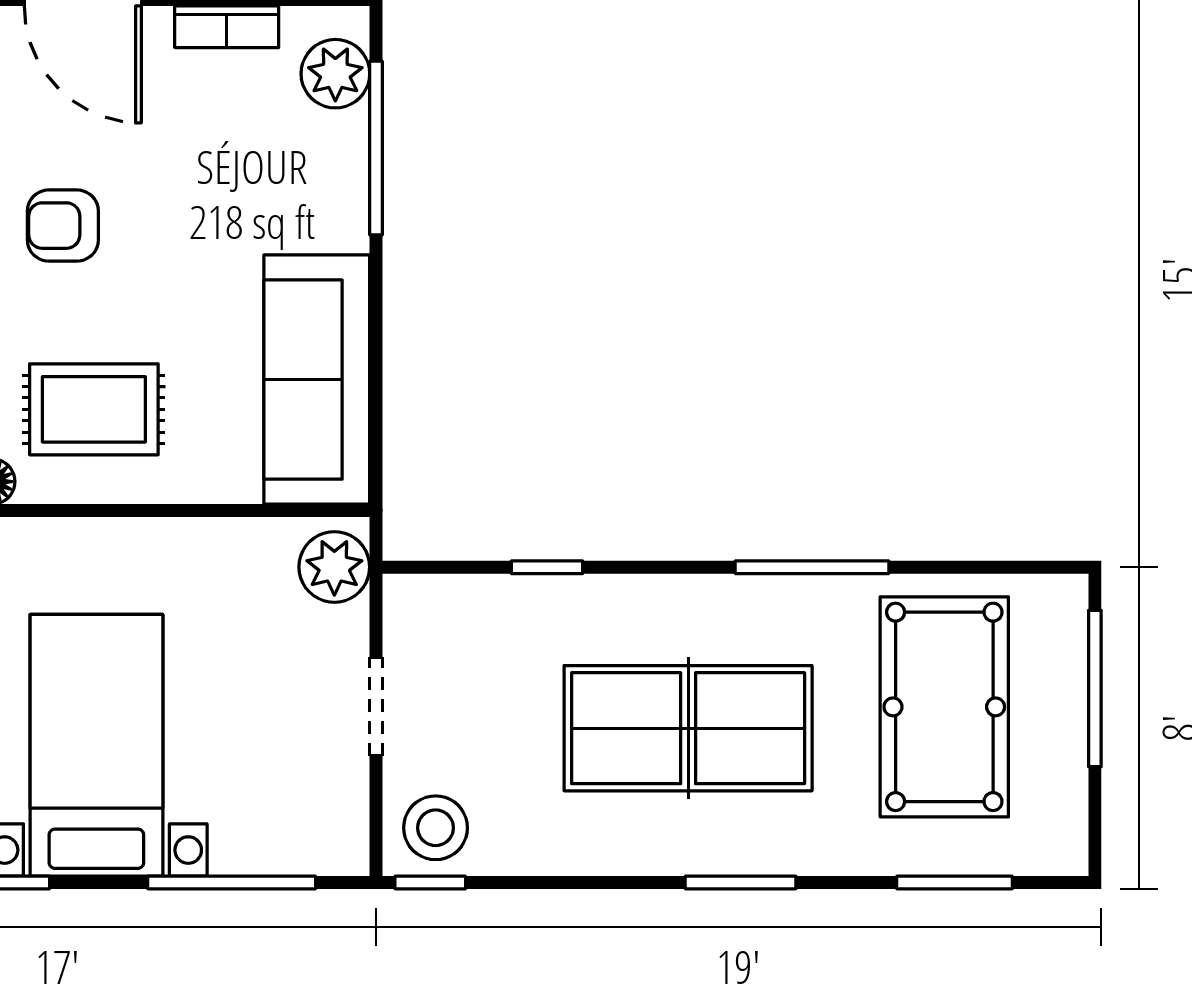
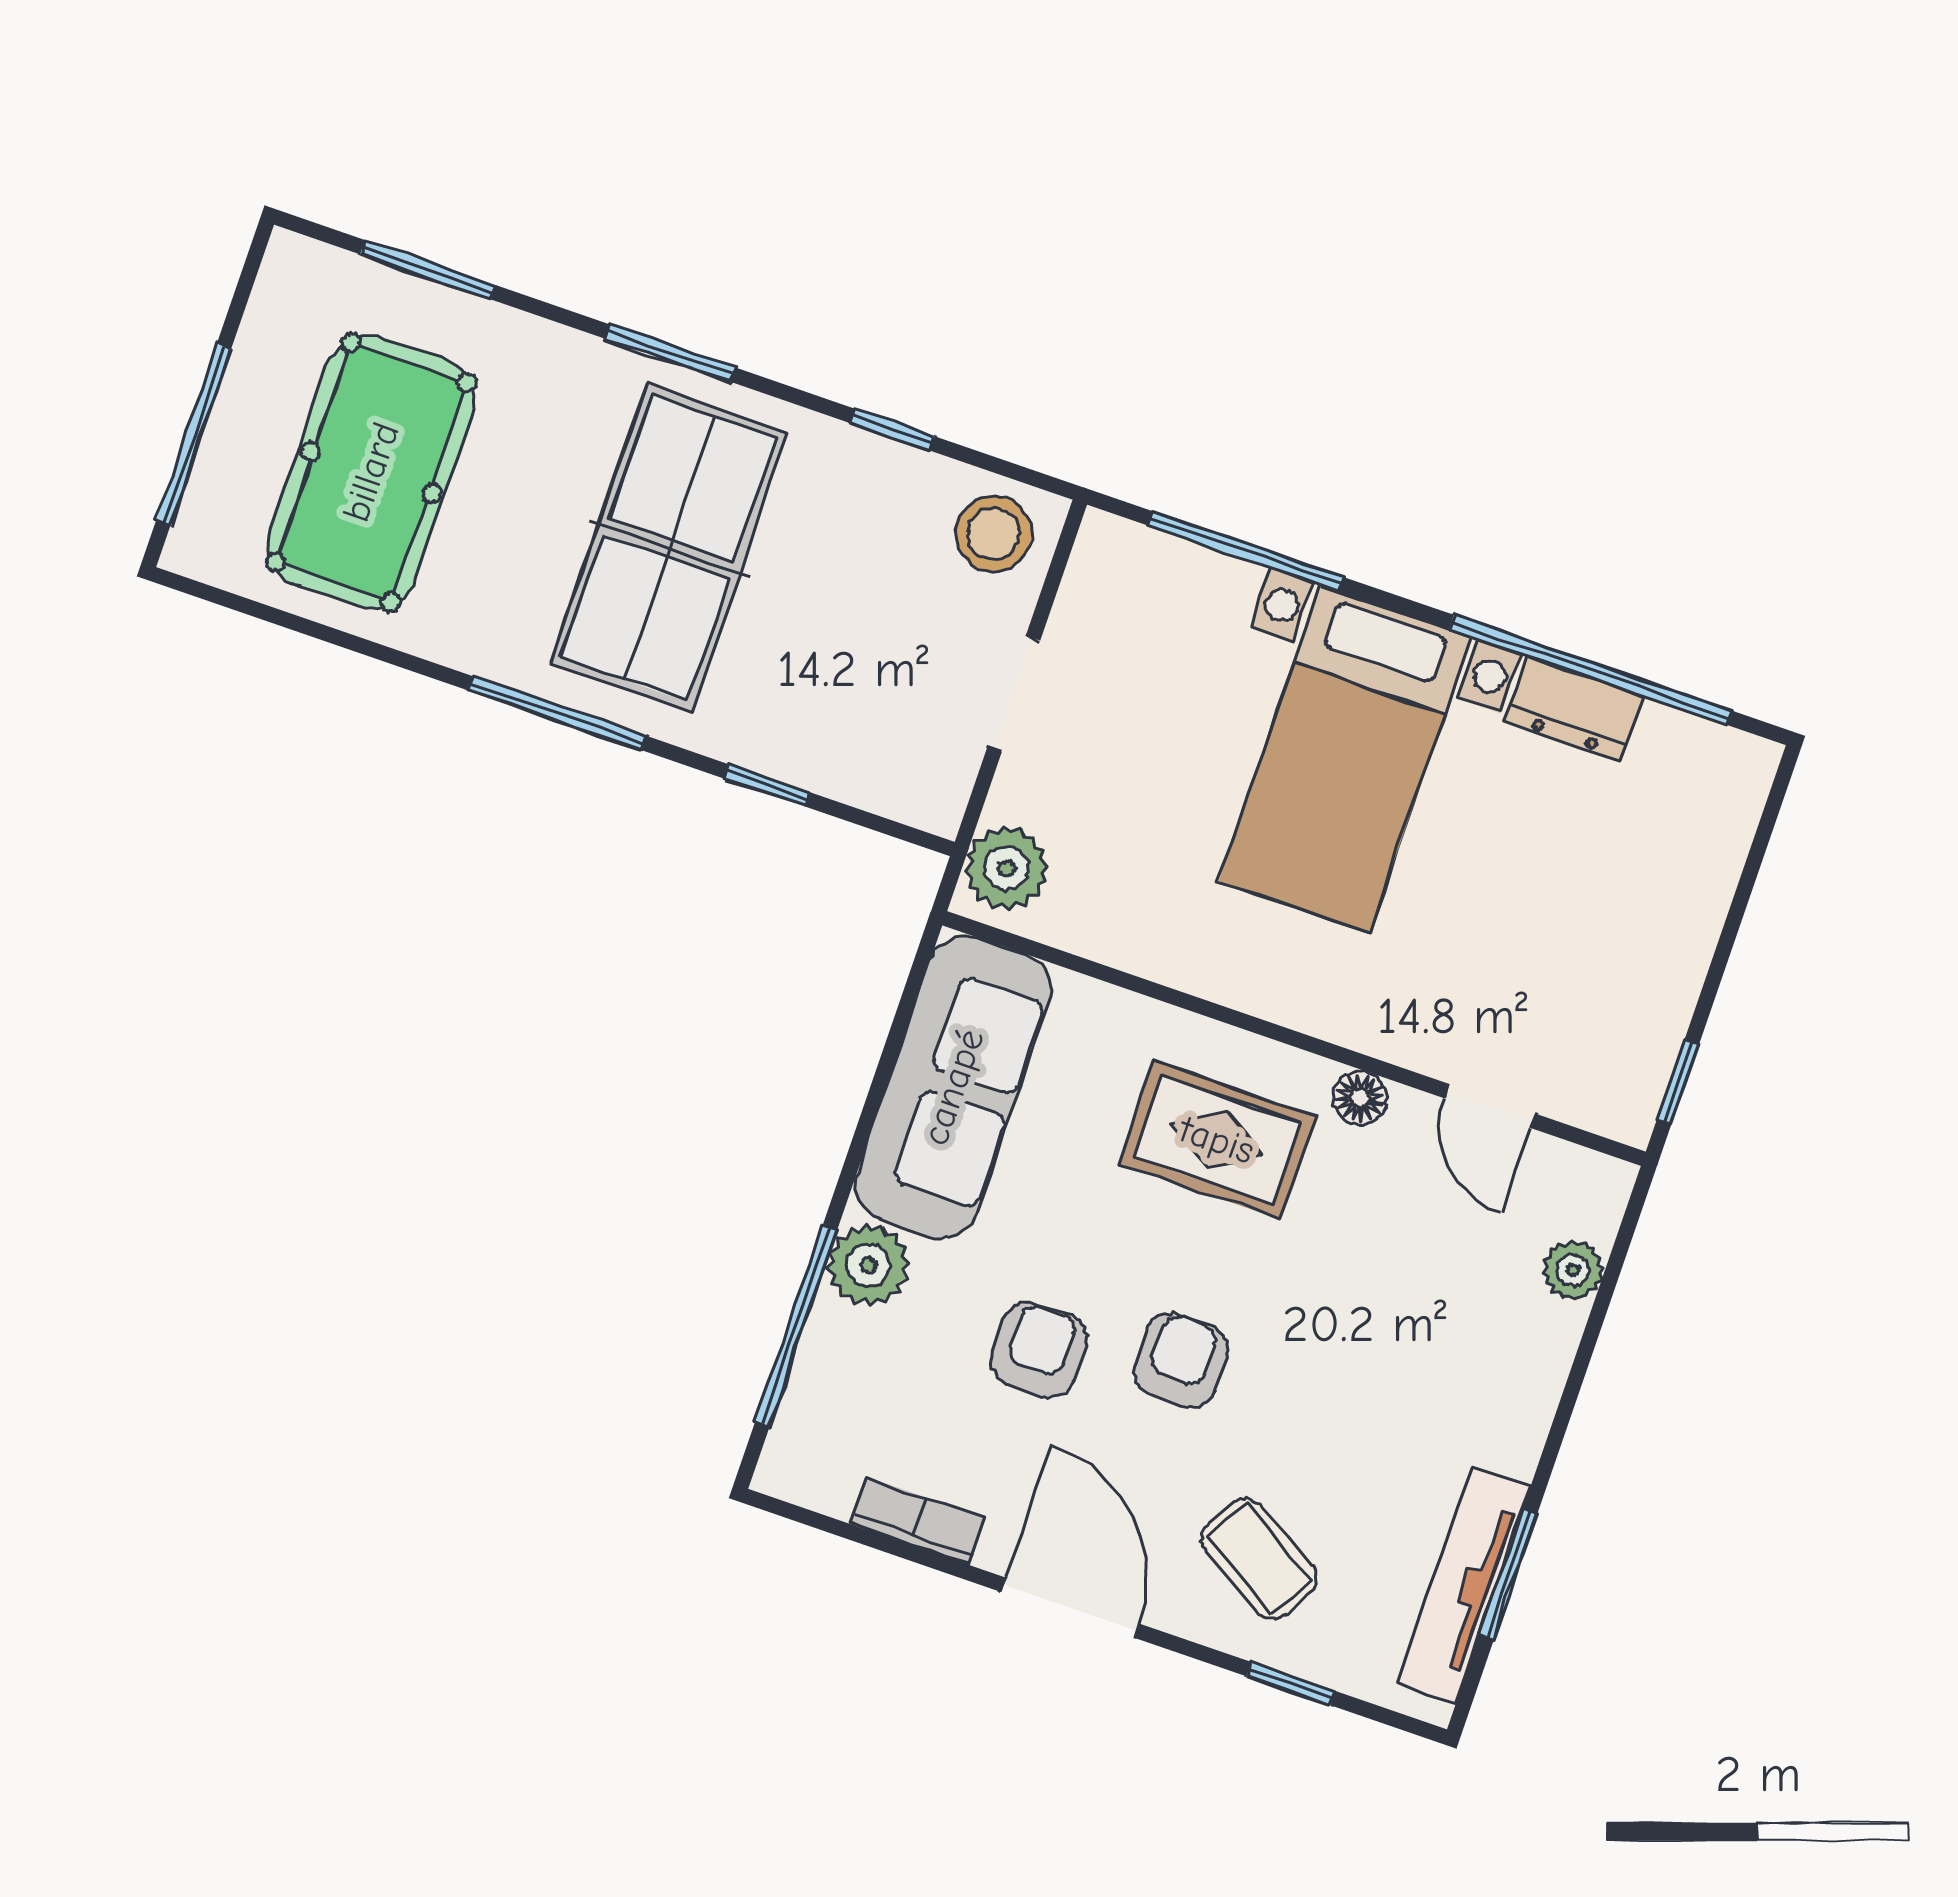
plant: (335, 74) -> (869, 1265), moved
armchair: (178, 195) -> (1039, 1350), added
armchair: (63, 226) -> (1181, 1360), turned -90
window: (812, 567) -> (557, 713), moved
table tennis table: (688, 728) -> (669, 548), turned 90
window: (430, 883) -> (893, 430), moved

